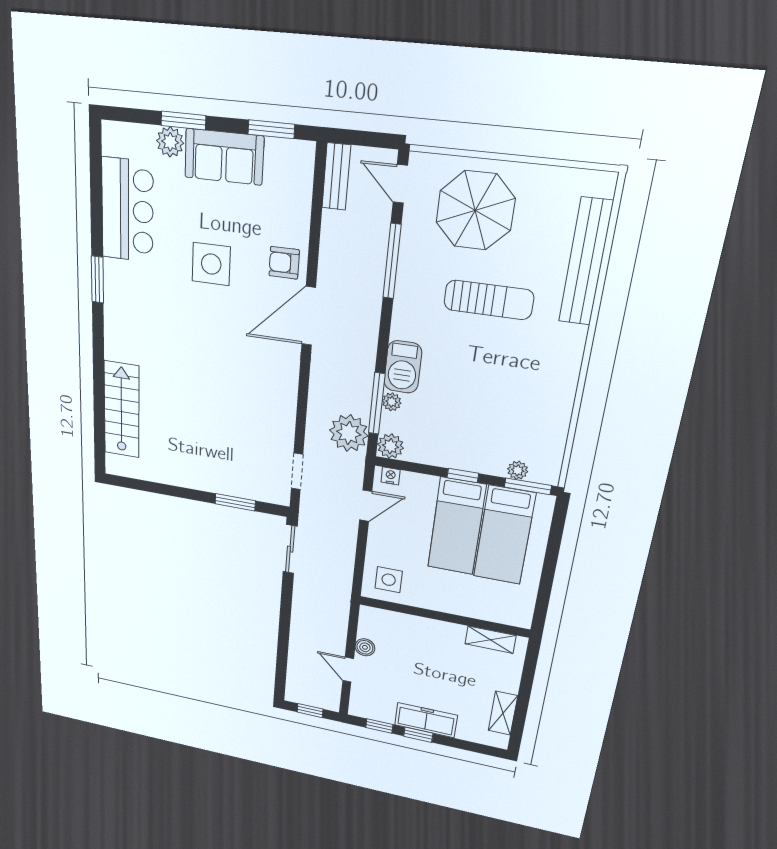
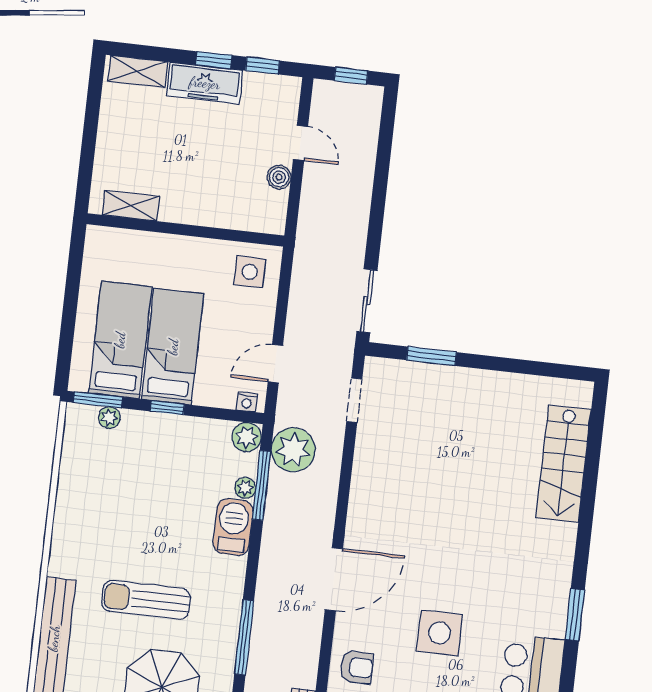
armchair: (284, 263) -> (357, 667), moved
shelving: (503, 713) -> (138, 71), moved, turned 90

